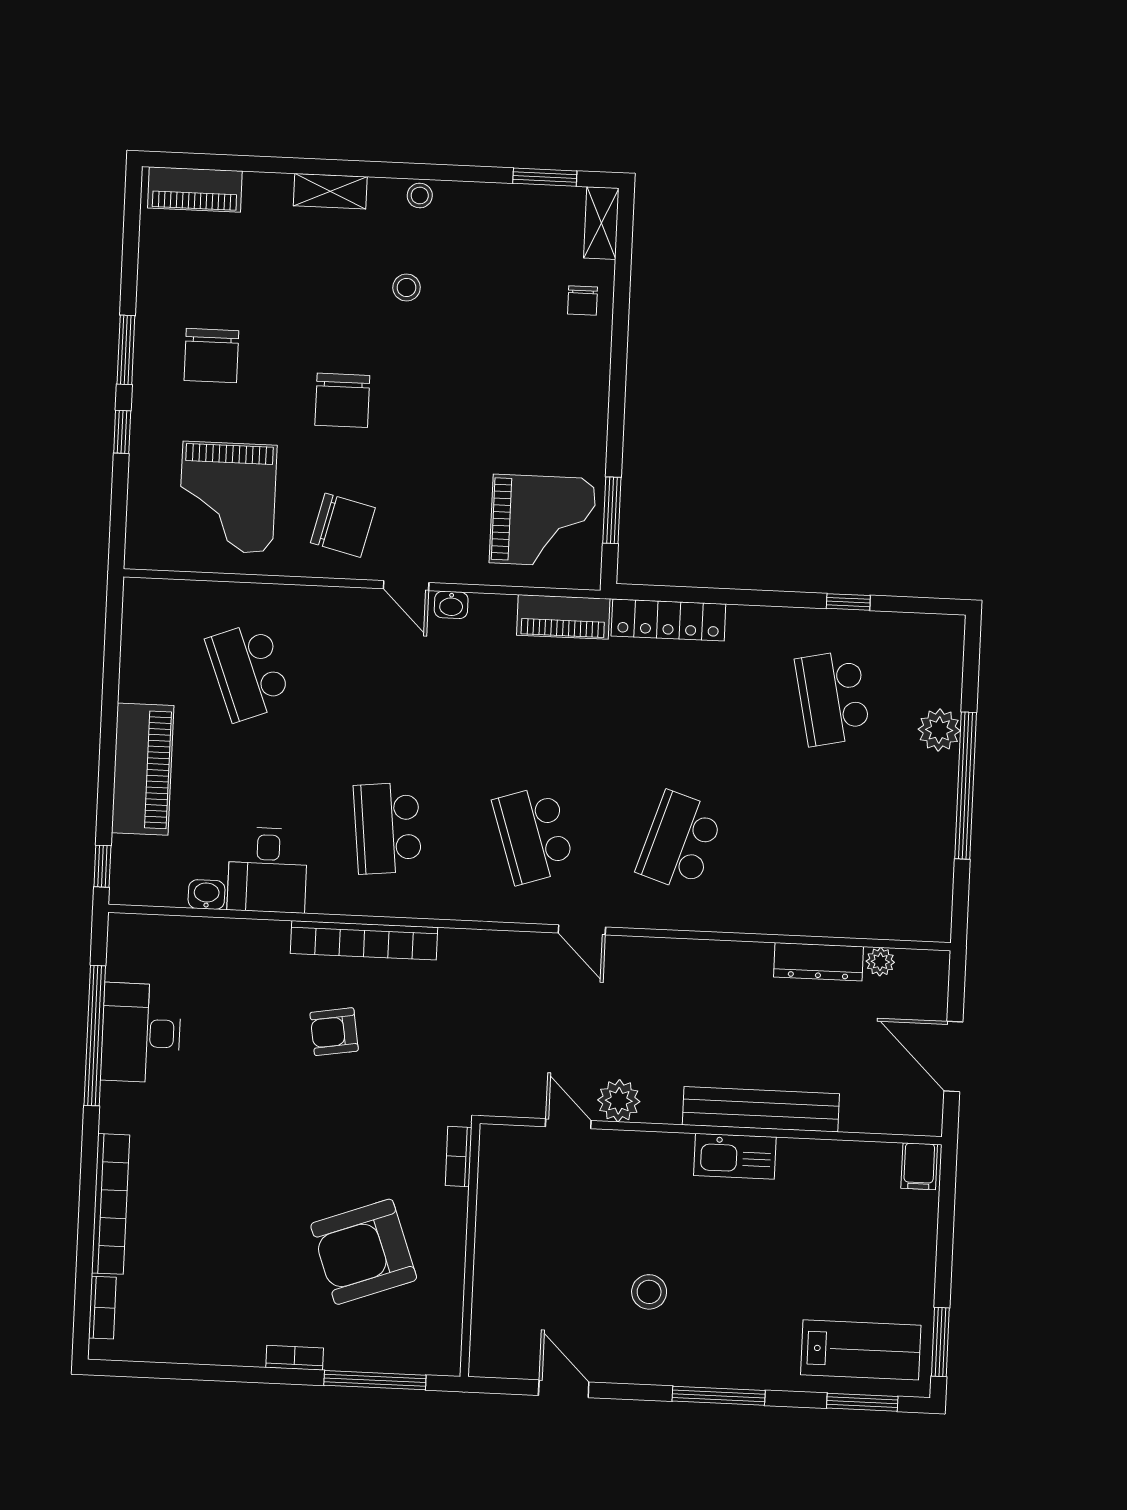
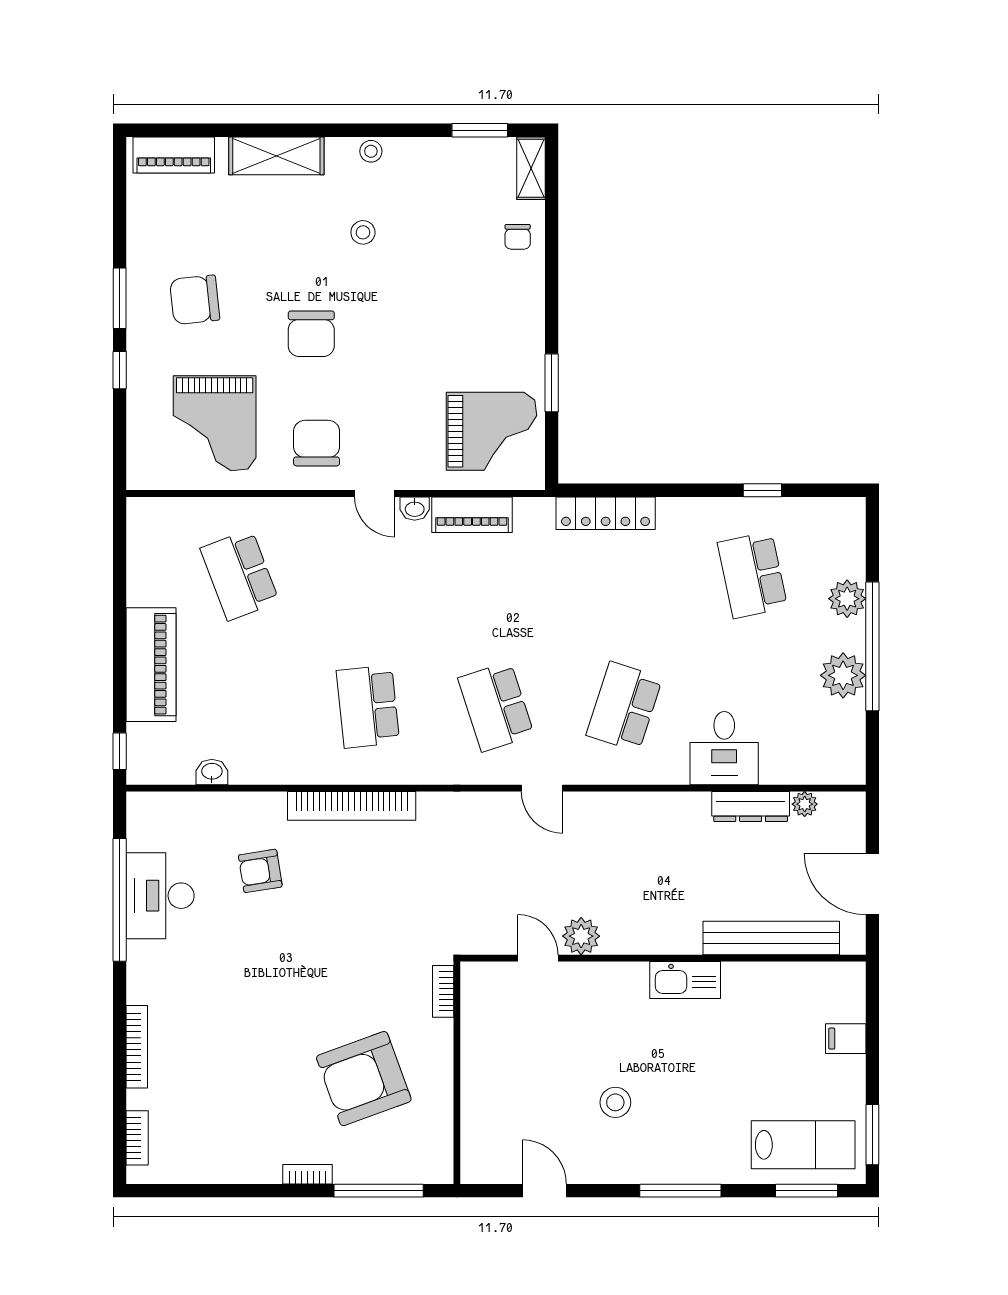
shelving: (330, 191) -> (276, 156), width x1.50, depth x1.33
chair: (211, 356) -> (195, 300), turned 84
window: (612, 510) -> (552, 383), moved
chair: (343, 525) -> (317, 443), turned -104
piano: (563, 617) -> (472, 515), moved
plant: (931, 817) -> (843, 675), added
desk: (267, 870) -> (724, 748), moved
armchair: (334, 1032) -> (260, 871), moved
bench: (761, 1109) -> (771, 938), moved
filing cabinet: (919, 1166) -> (846, 1039), moved, turned 90
bookcase: (110, 1204) -> (137, 1047), width x0.68, depth x0.76

